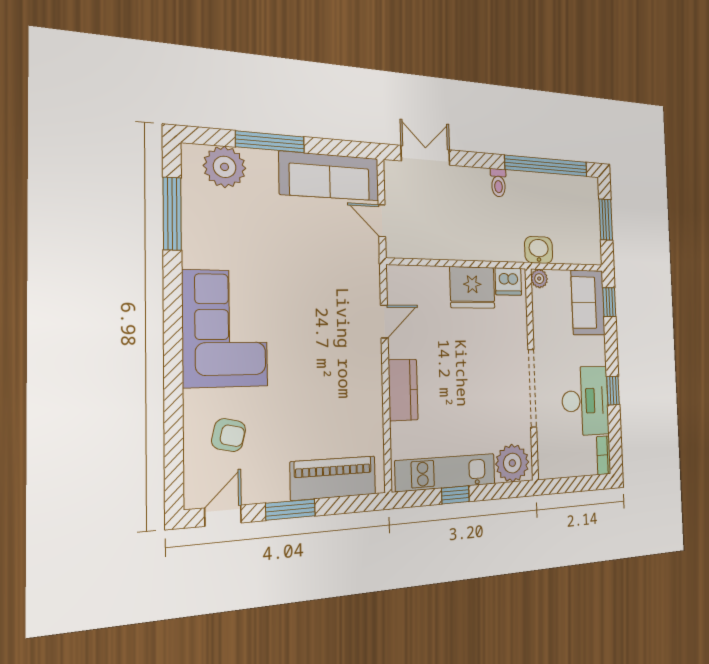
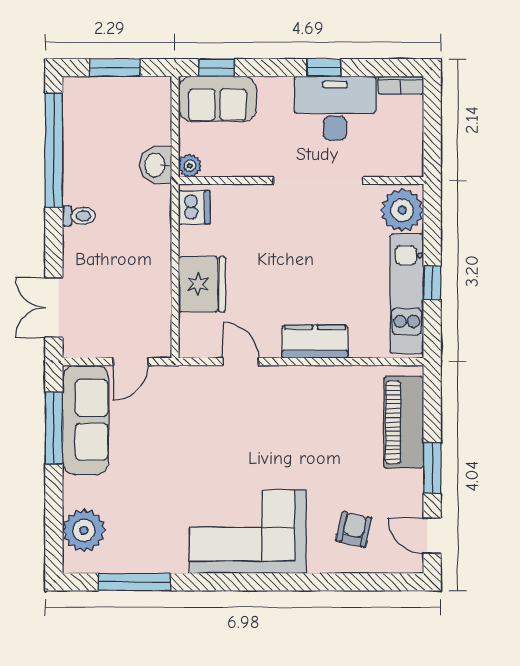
window: (270, 142) -> (54, 428), moved
fridge: (472, 287) -> (202, 284), moved

